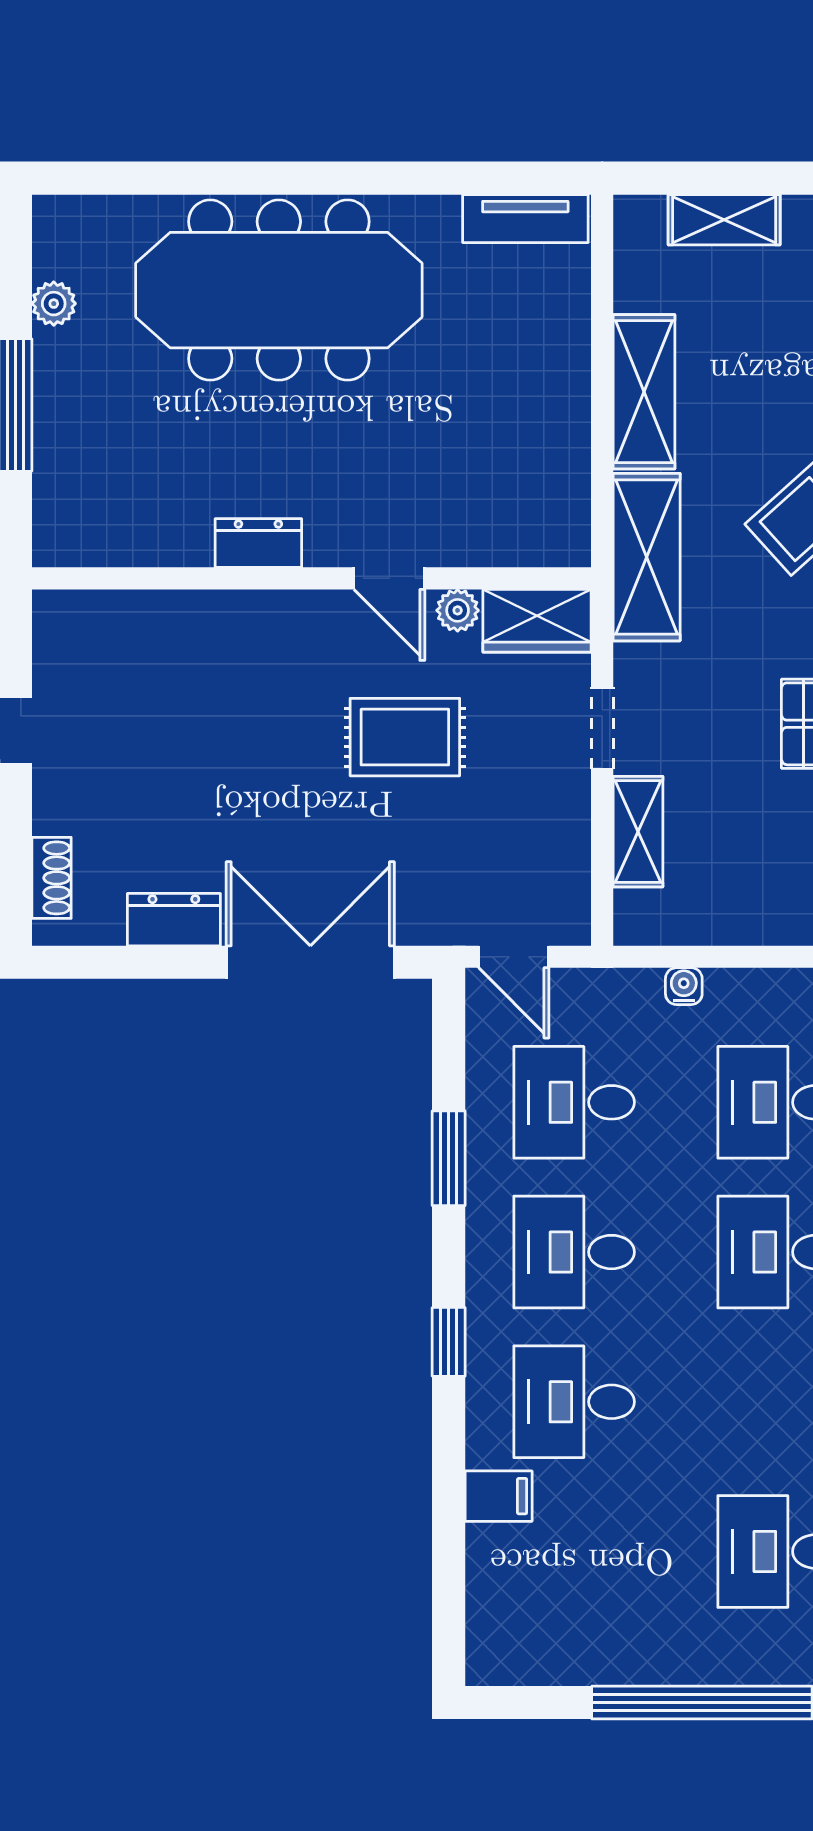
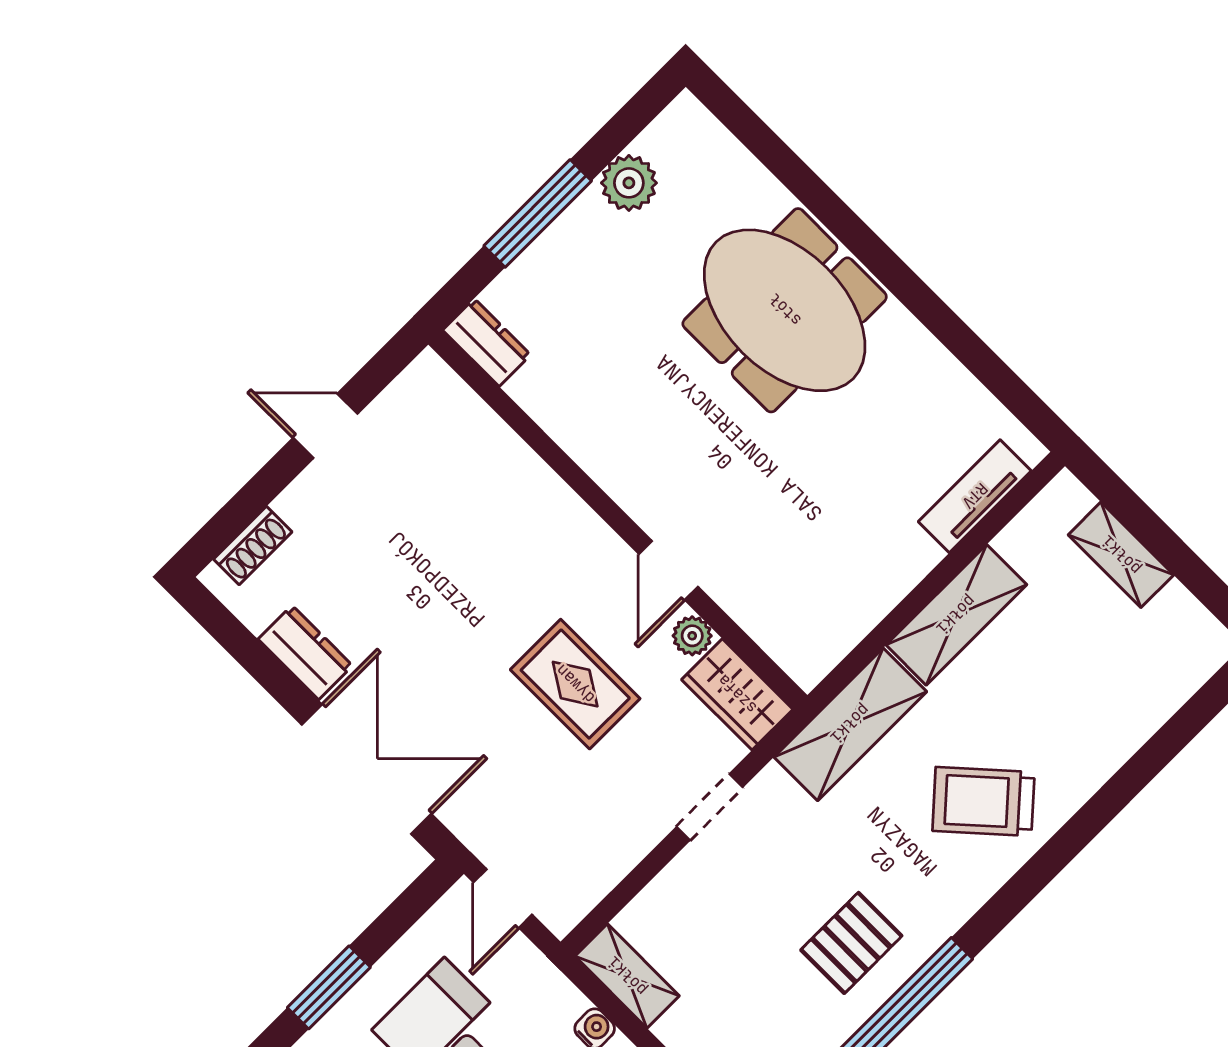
tv unit: (525, 219) -> (975, 496), moved, turned 90
meeting table: (279, 290) -> (785, 310), width x0.73
plant: (54, 304) -> (629, 183), width x1.38, depth x1.38
dresser: (258, 543) -> (487, 342), moved
shelving: (638, 832) -> (627, 976), moved, turned 90

